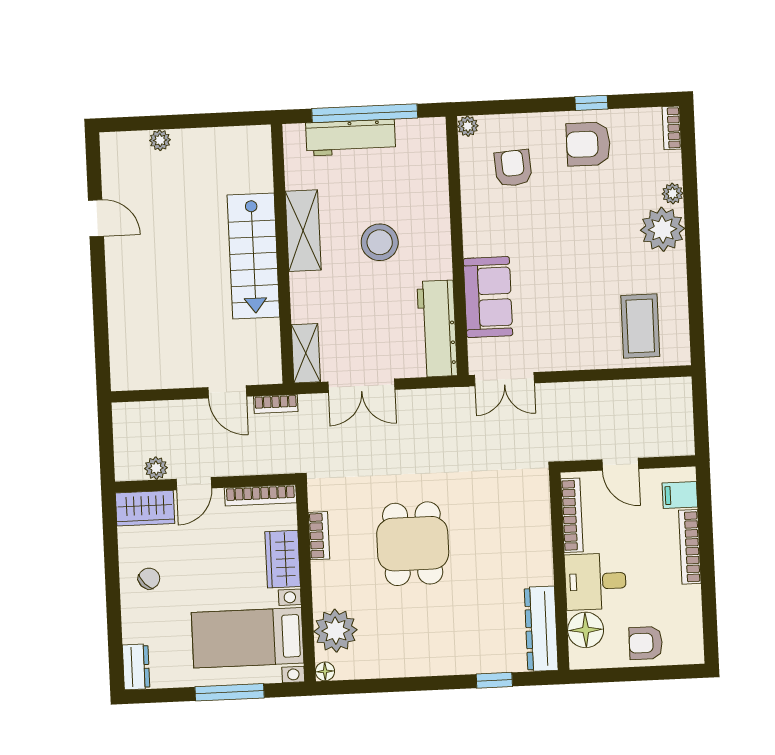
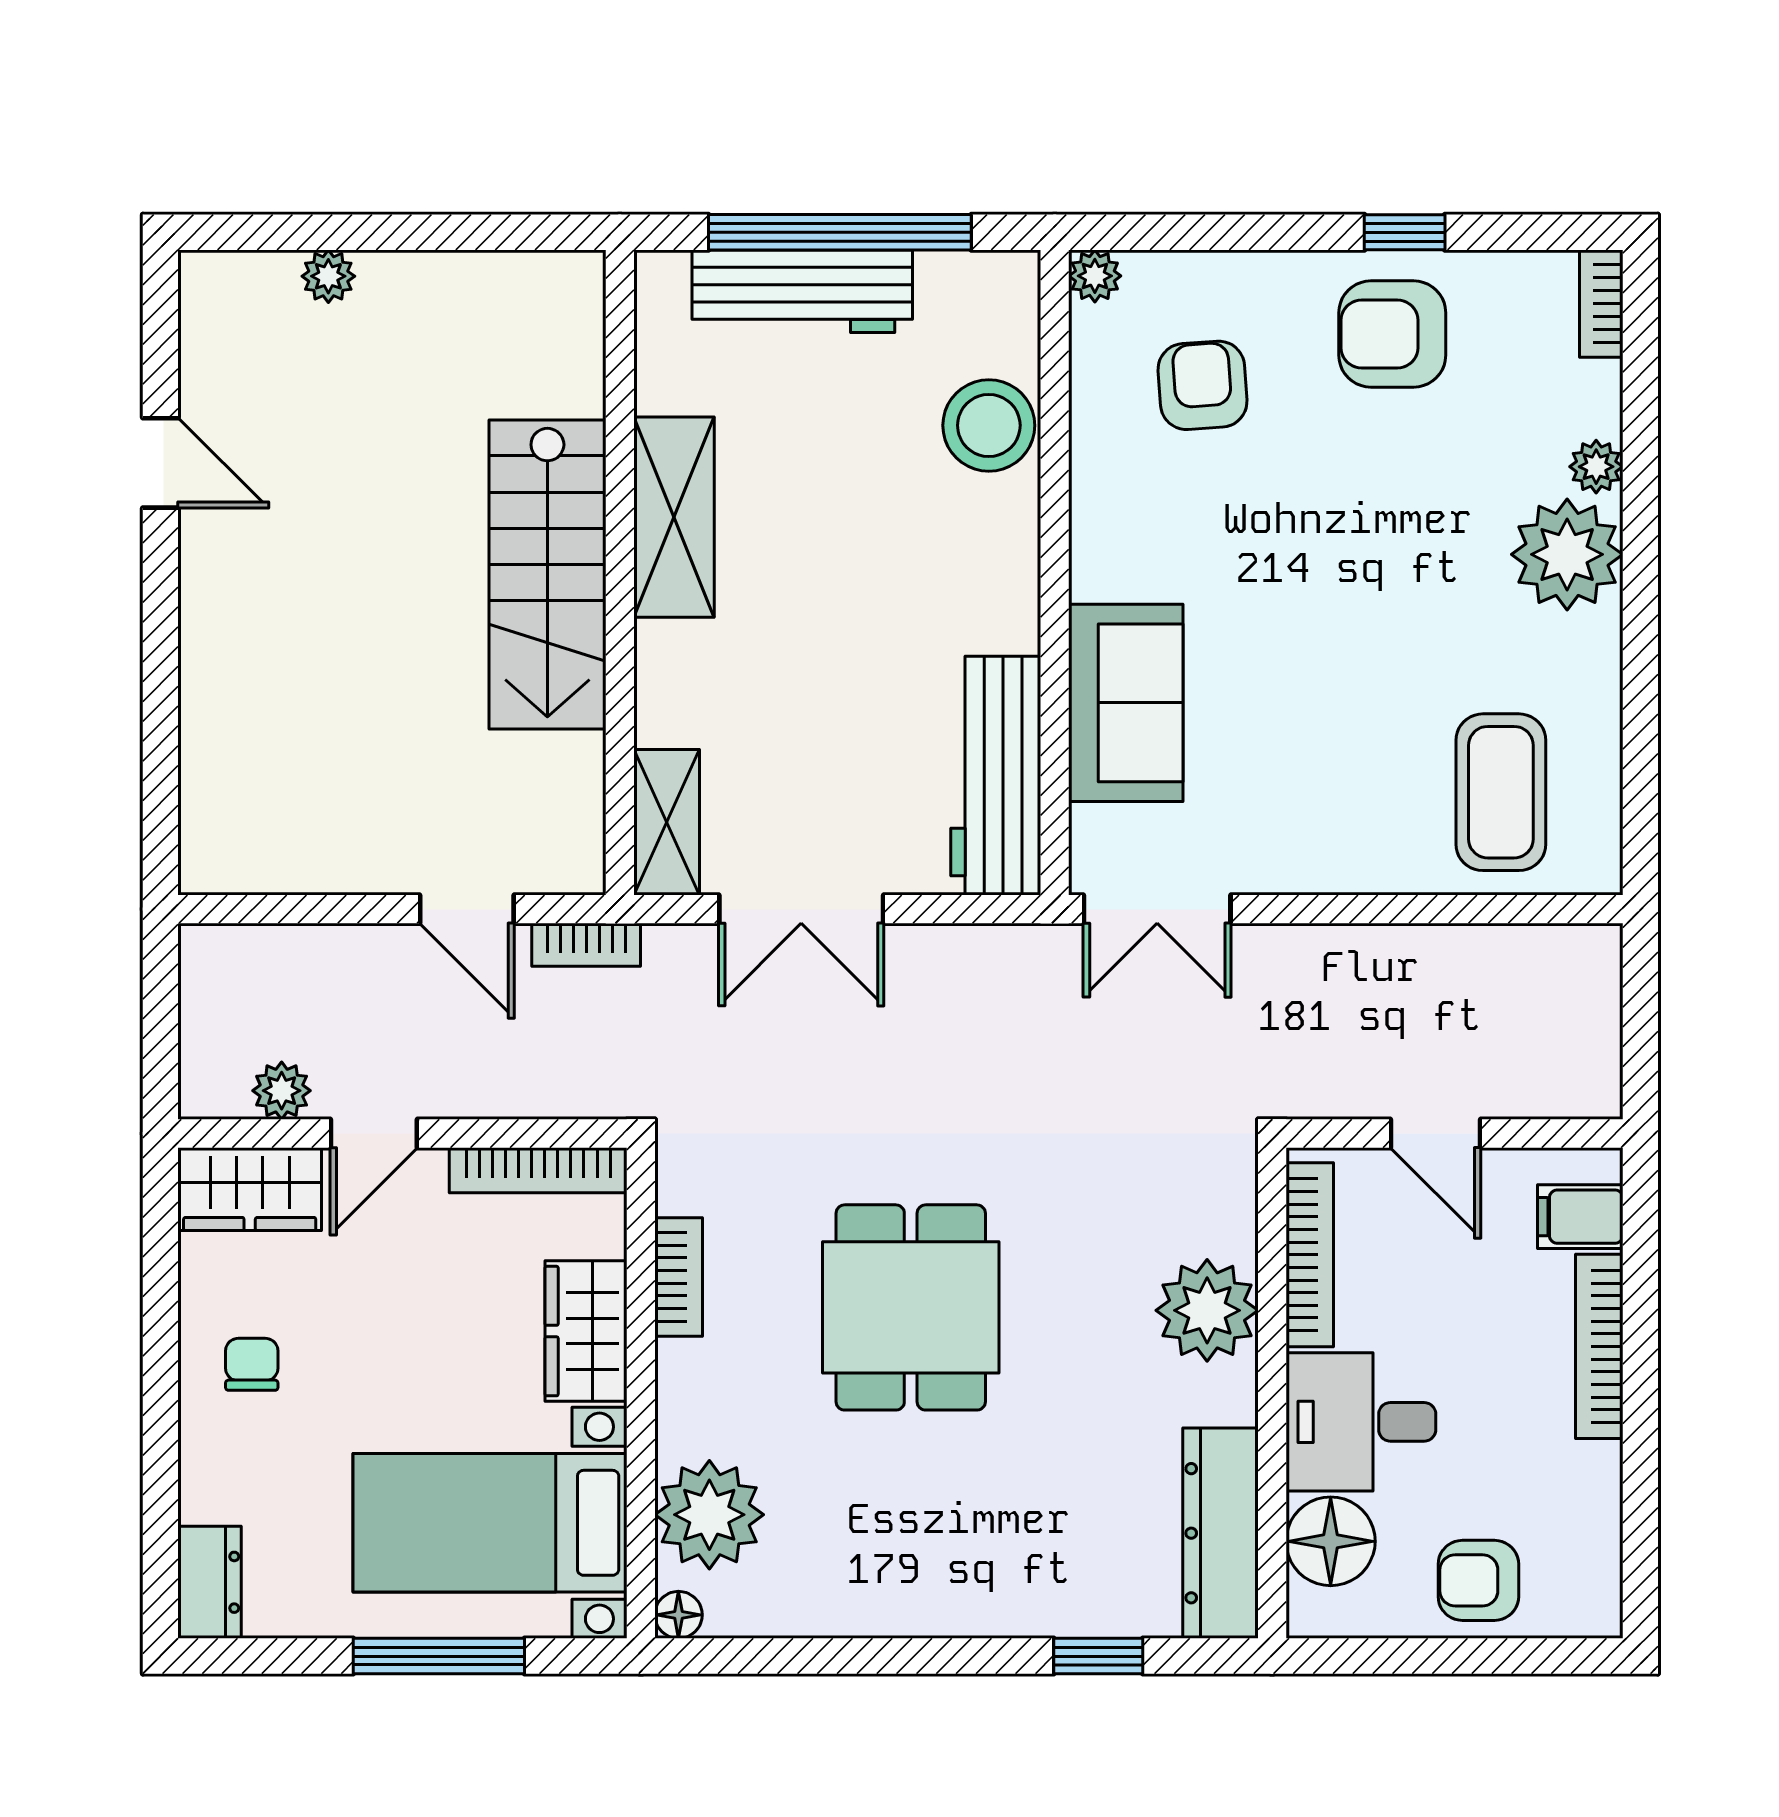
stool: (380, 242) -> (989, 425), moved
plant: (532, 539) -> (1207, 1310), added
chair: (149, 579) -> (252, 1364), turned -47

